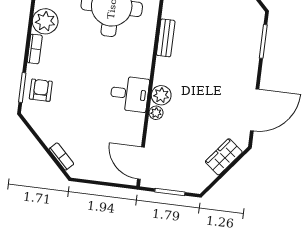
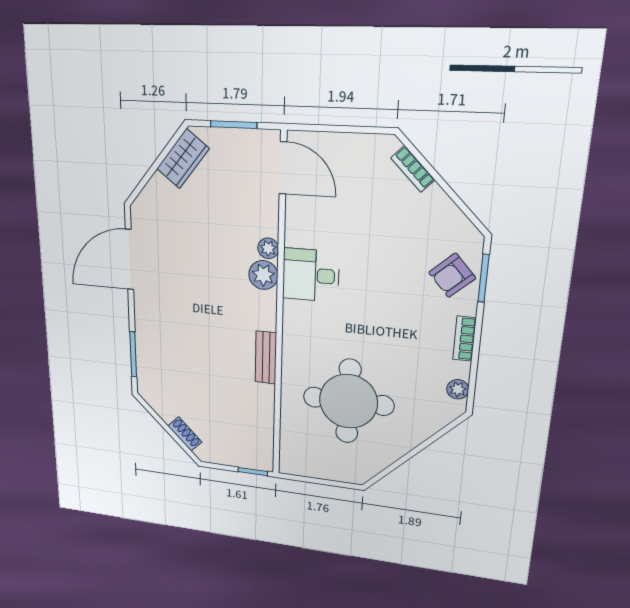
plant: (45, 21) -> (458, 389), width x0.53, depth x0.53
armchair: (41, 90) -> (452, 275), turned 48
wardrobe: (224, 157) -> (183, 159), moved

